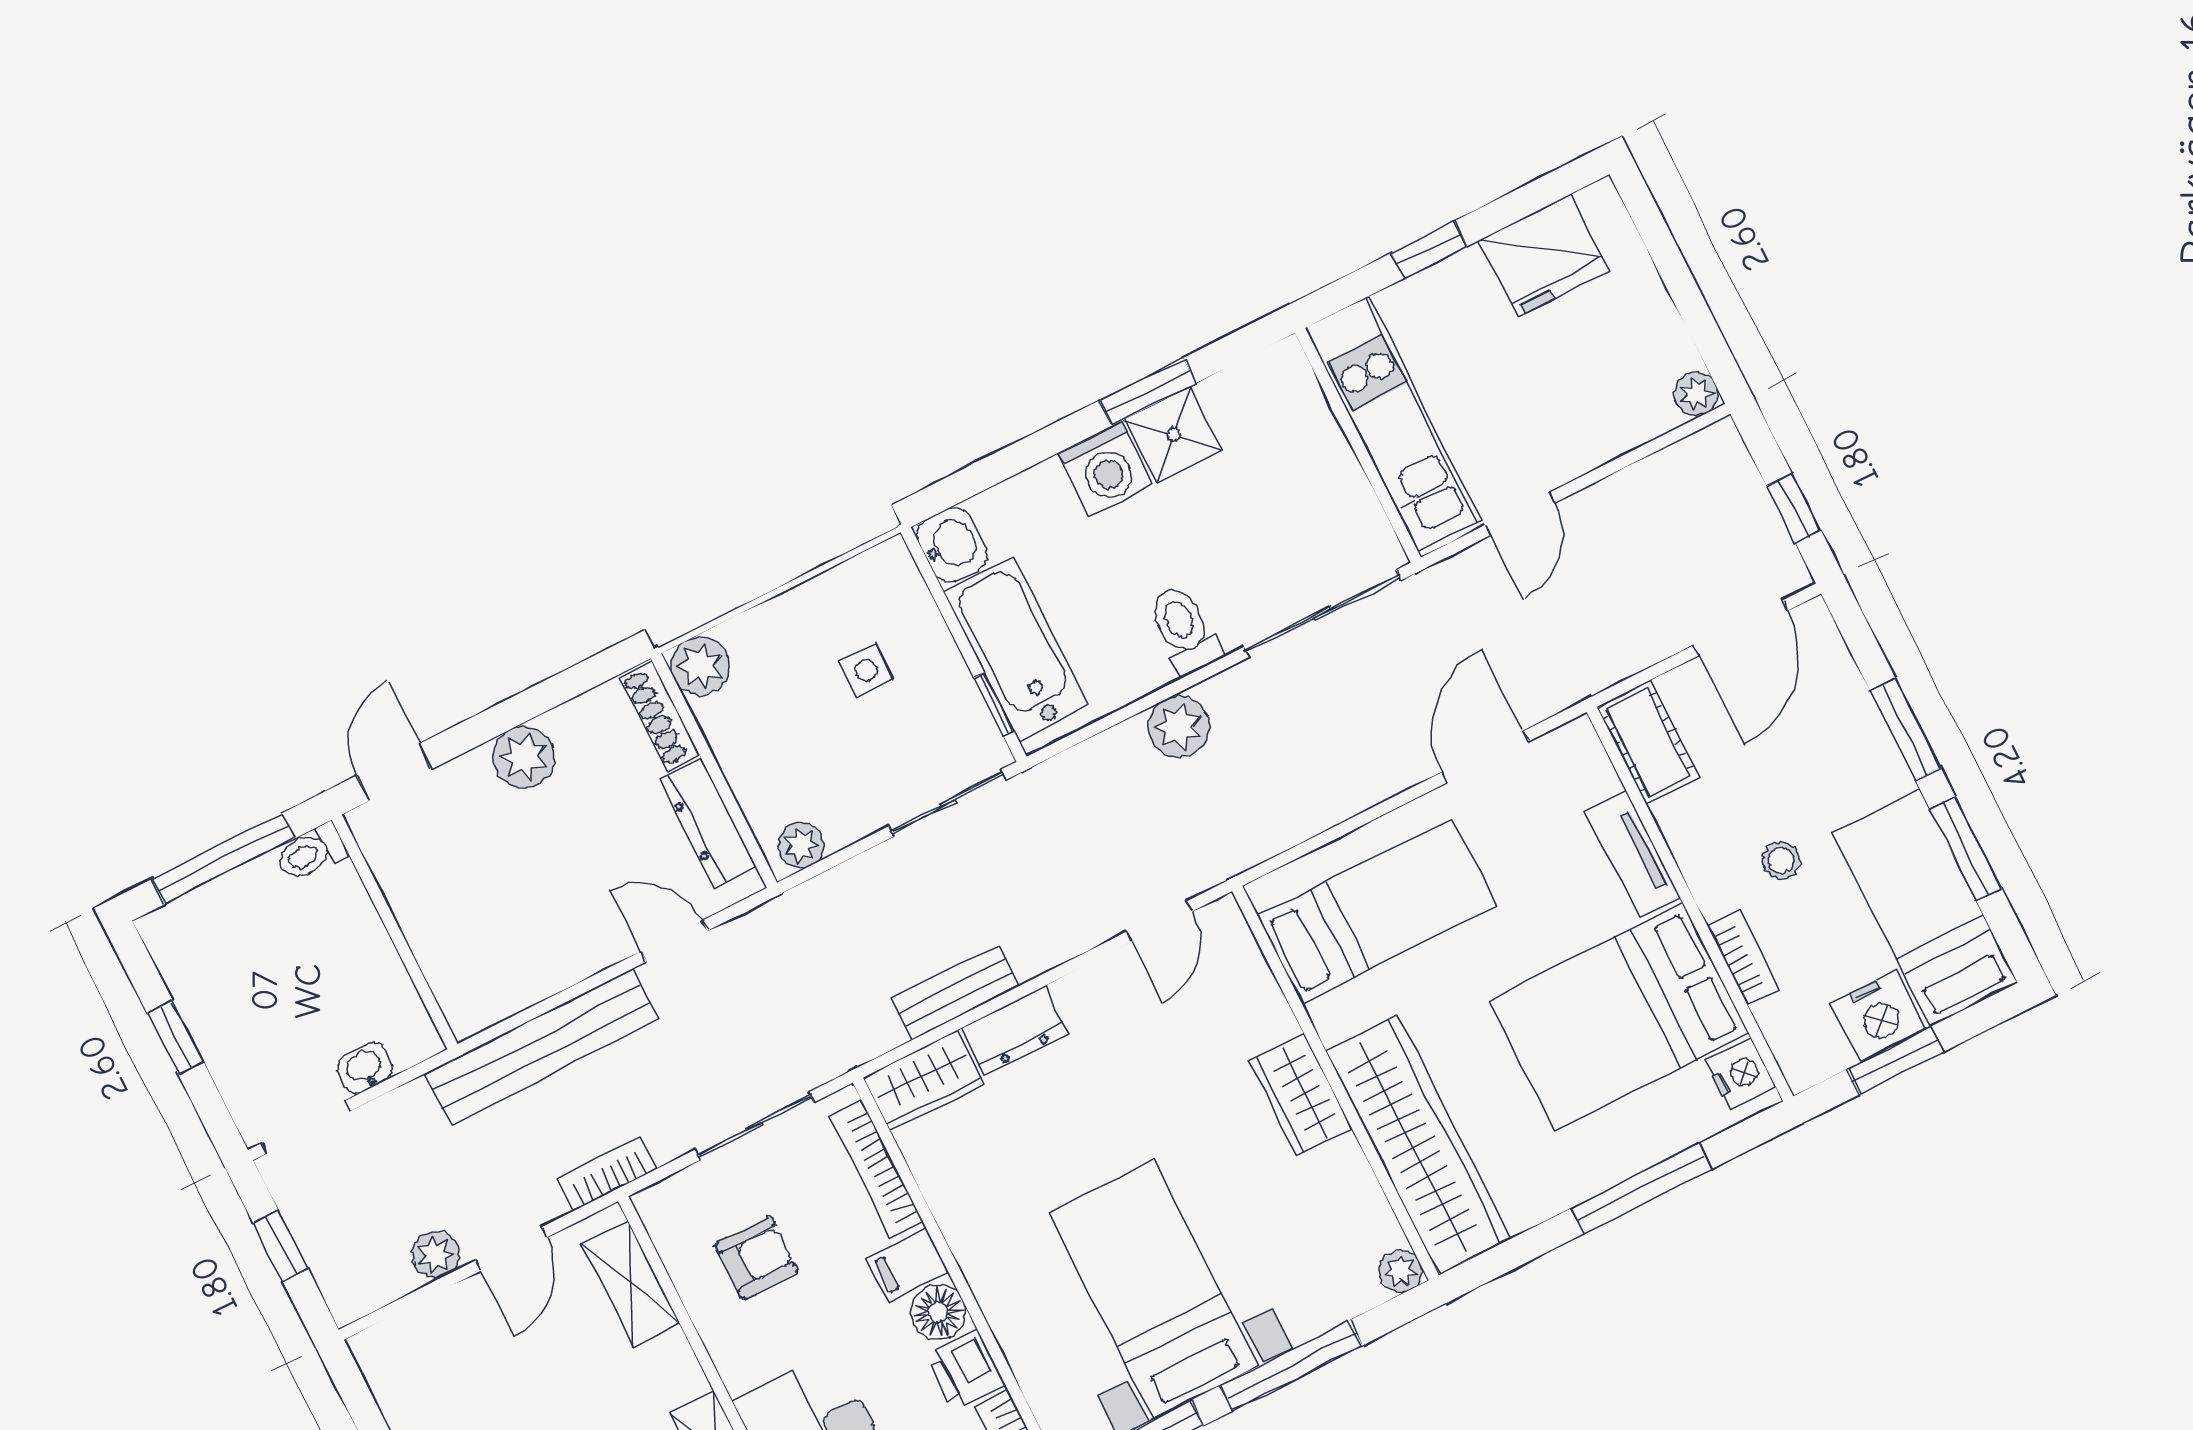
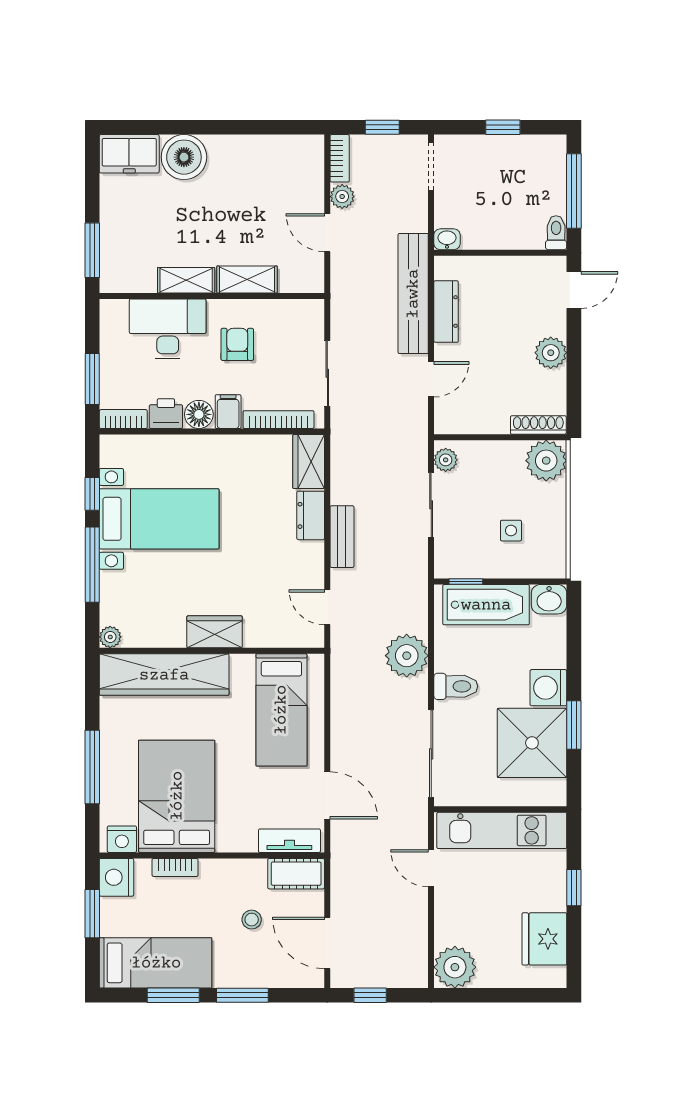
plant: (1696, 394) -> (455, 967), width x1.88, depth x1.88
shower: (1174, 435) -> (532, 743), width x1.86, depth x1.86
plant: (700, 666) -> (546, 461), width x1.36, depth x1.36
plant: (1179, 727) -> (407, 656), width x1.36, depth x1.36
door: (395, 772) -> (574, 290), hinge flipped
sliding door: (948, 803) -> (431, 505), moved
dresser: (708, 823) -> (446, 312), moved, turned 90
tv unit: (1633, 855) -> (289, 841), moved
stool: (1781, 861) -> (252, 920), moved
bench: (955, 993) -> (342, 537), moved
nightstand: (1879, 1016) -> (116, 877), moved
washbasin: (365, 1068) -> (447, 239), moved, turned -90
bookcase: (607, 1173) -> (340, 158), moved
armchair: (757, 1258) -> (237, 344), moved, turned 180
shelving: (631, 1284) -> (247, 280), moved

